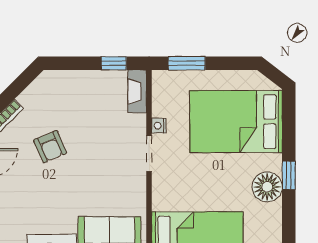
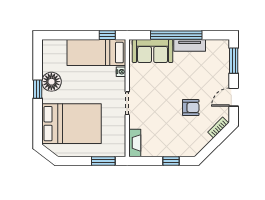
window: (114, 63) -> (171, 161), moved
nightstand: (159, 126) -> (121, 72), moved
armchair: (50, 147) -> (191, 108), turned 113

